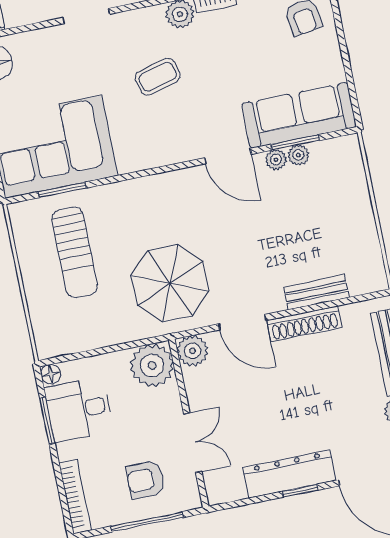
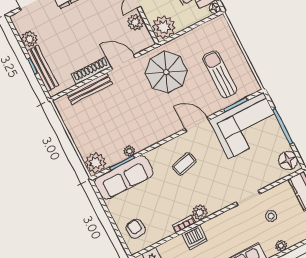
coffee table: (158, 77) -> (184, 164), moved
plant: (298, 155) -> (96, 163), moved, width x1.87, depth x1.87
door: (228, 156) -> (197, 125), moved
bench: (316, 292) -> (89, 89), width x1.36
plant: (193, 351) -> (135, 22), moved

